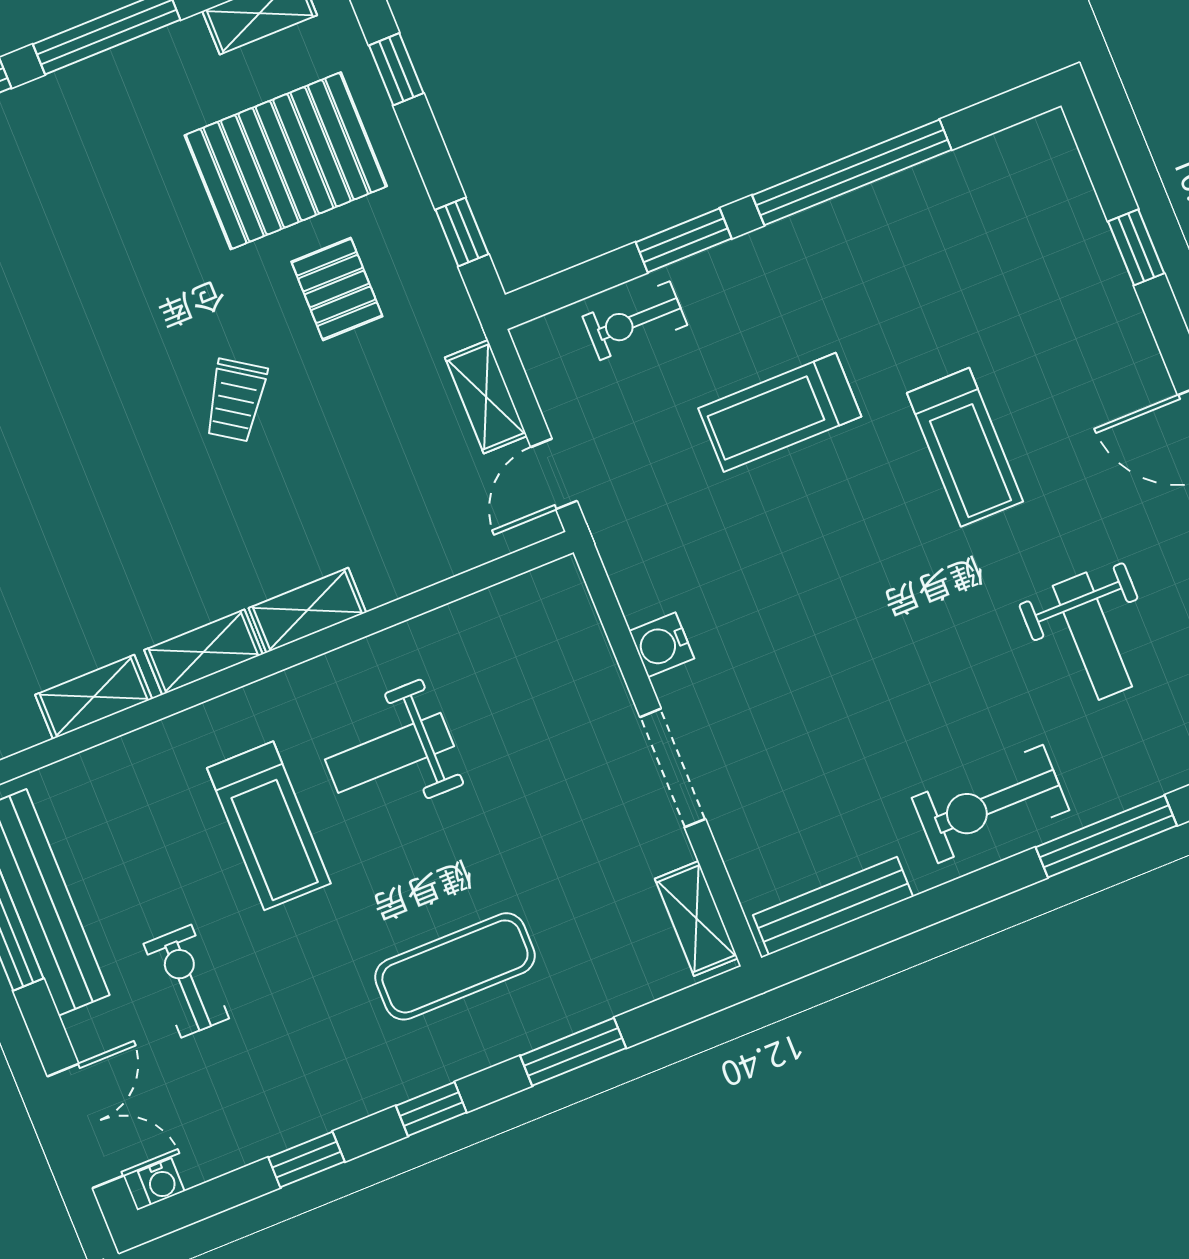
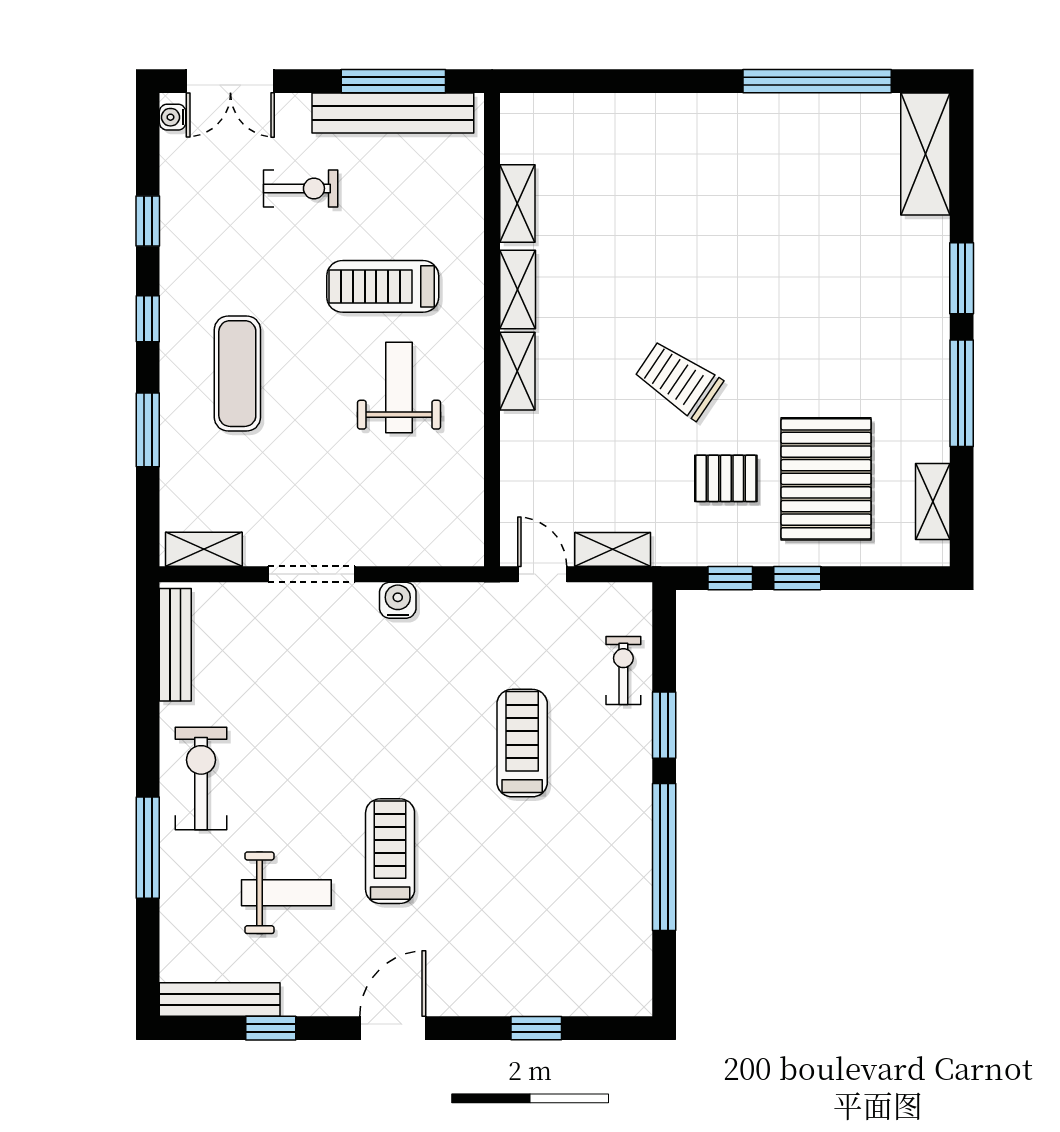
window: (396, 69) -> (797, 578), moved
trolley: (236, 400) -> (678, 380), width x1.36, depth x1.39
treadmill: (965, 447) -> (390, 851), moved, turned 90
weight bench: (1092, 636) -> (286, 893), turned 180

